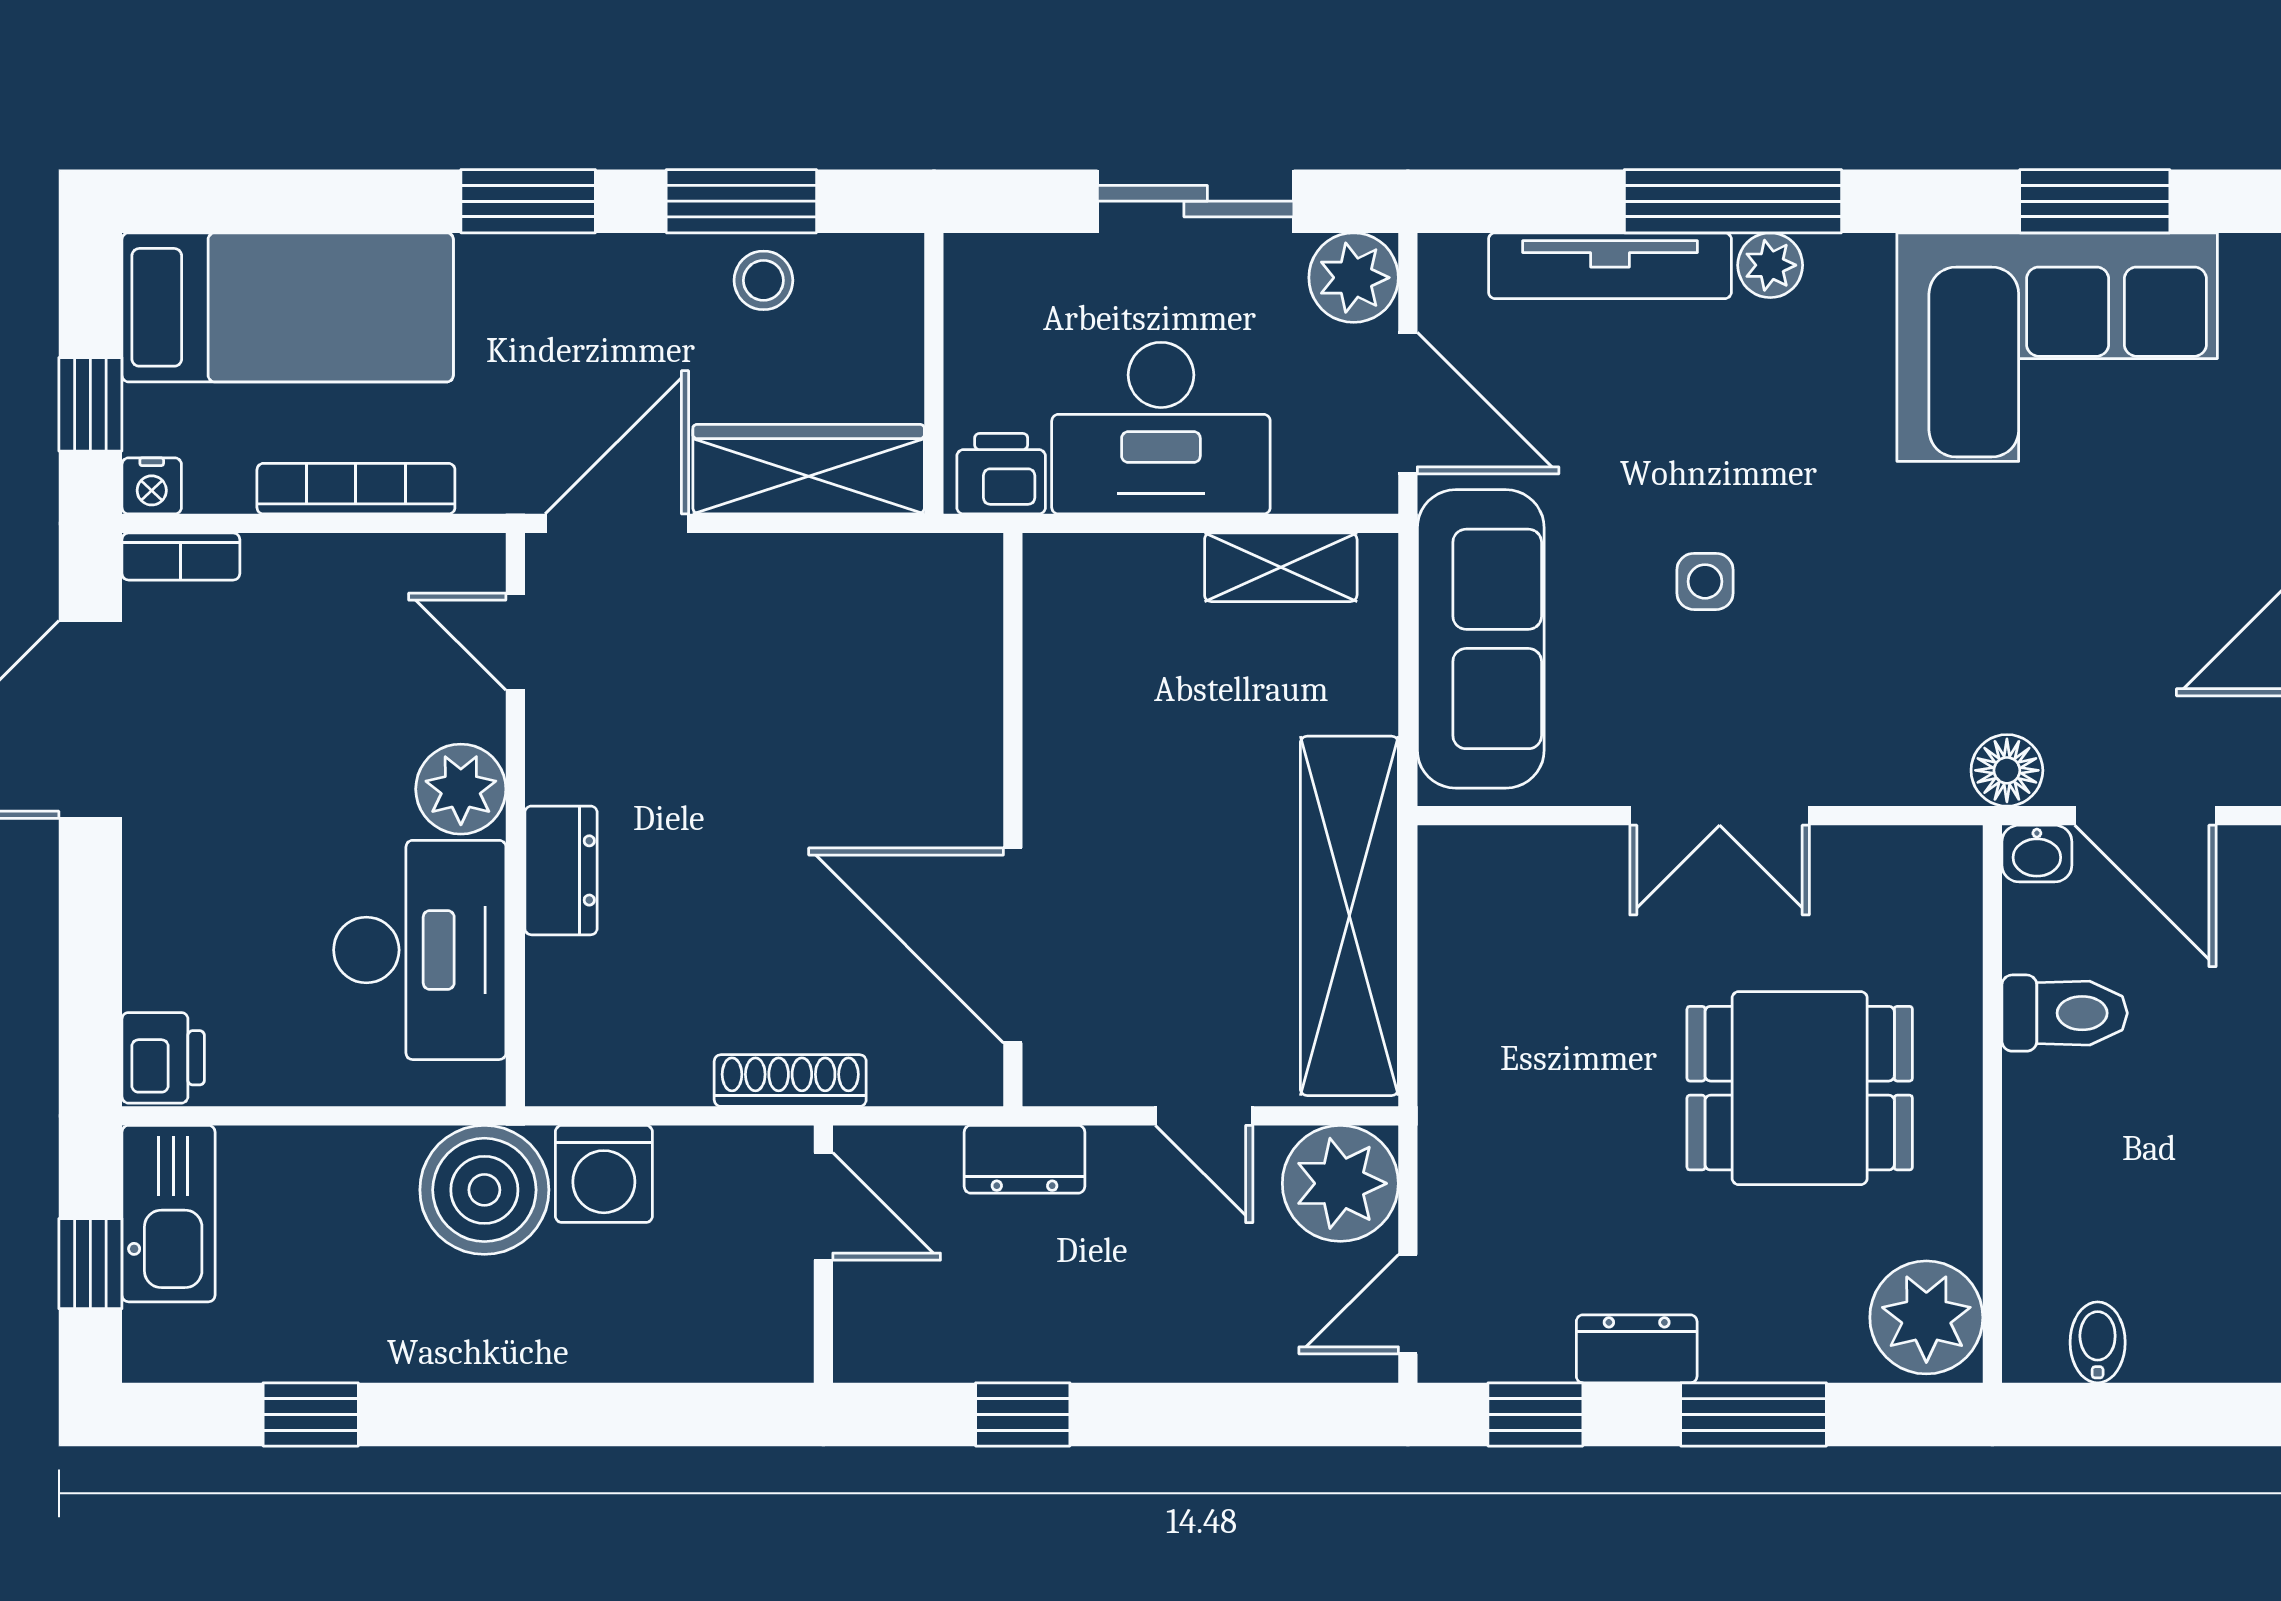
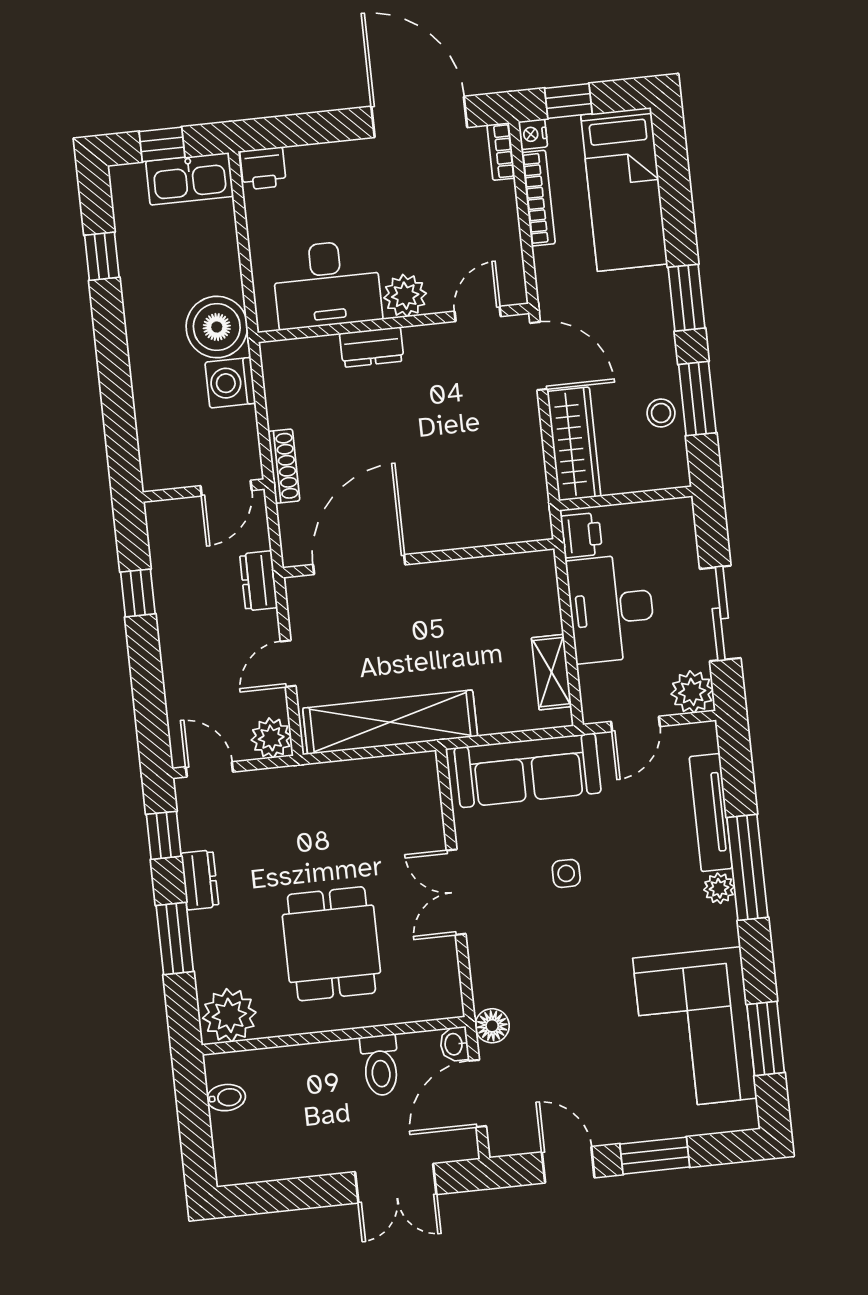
door: (1408, 403) -> (635, 724), width x0.73
bookcase: (356, 489) -> (538, 198), moved
plant: (1340, 1183) -> (271, 738), width x0.73, depth x0.73

